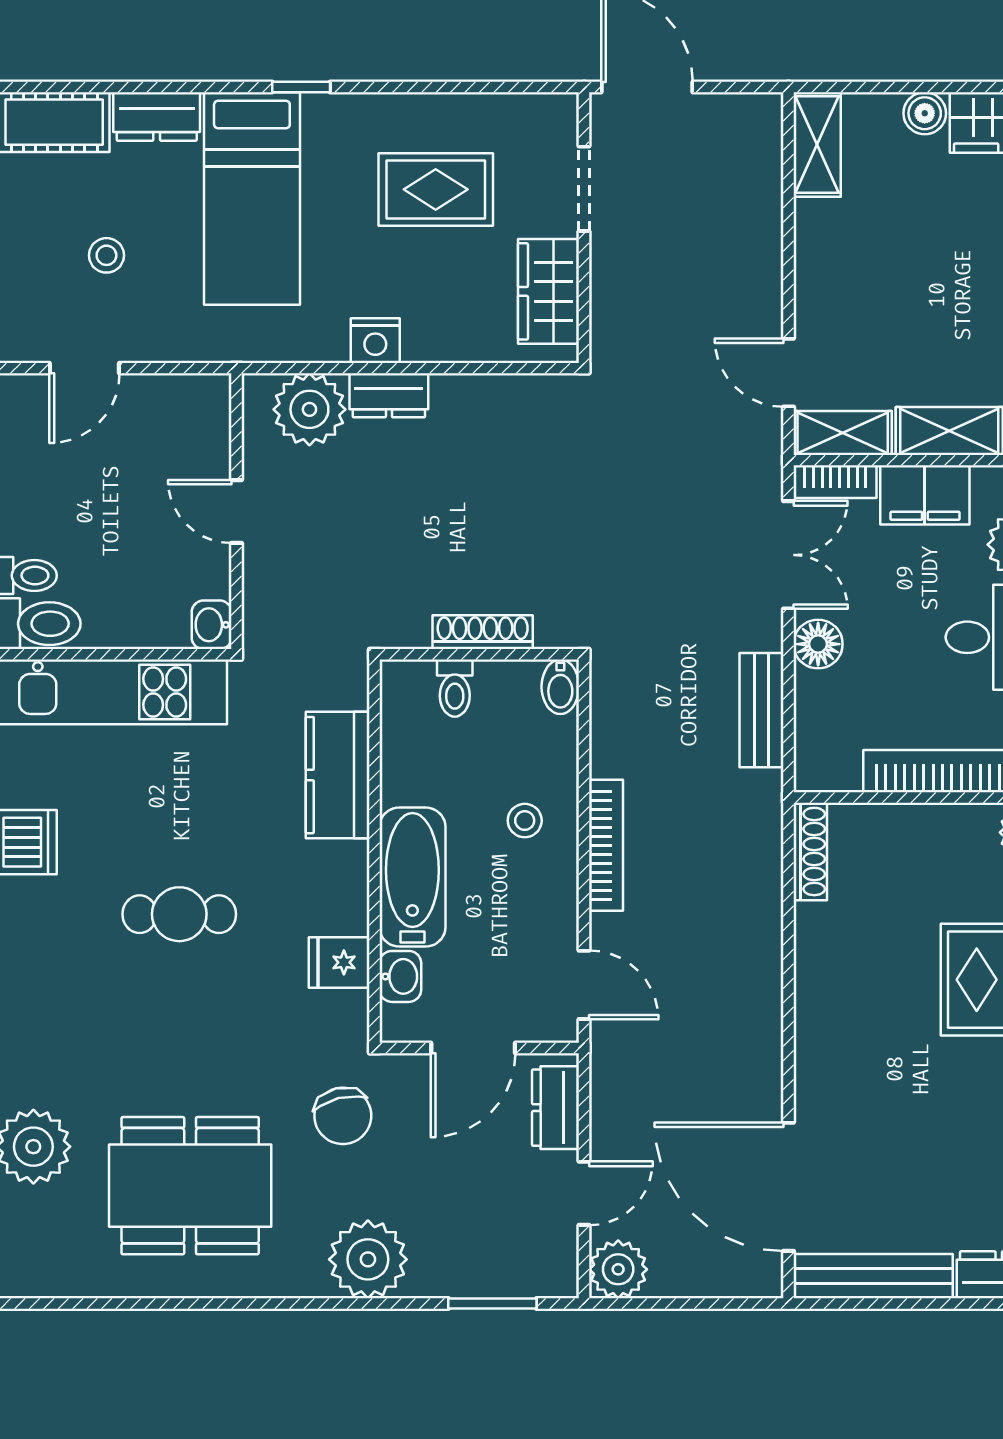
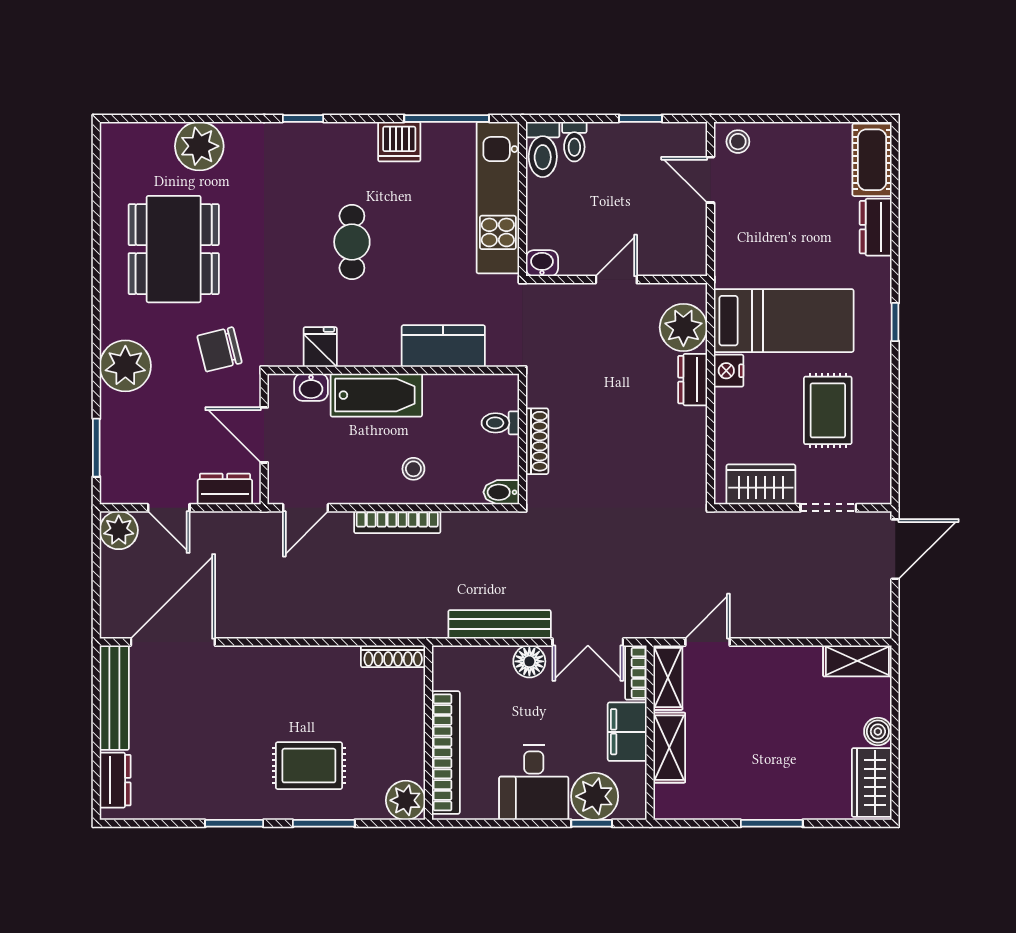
bed: (252, 199) -> (784, 321), moved, turned 180
stool: (106, 255) -> (738, 142), moved
bench: (762, 710) -> (500, 624), width x1.36

